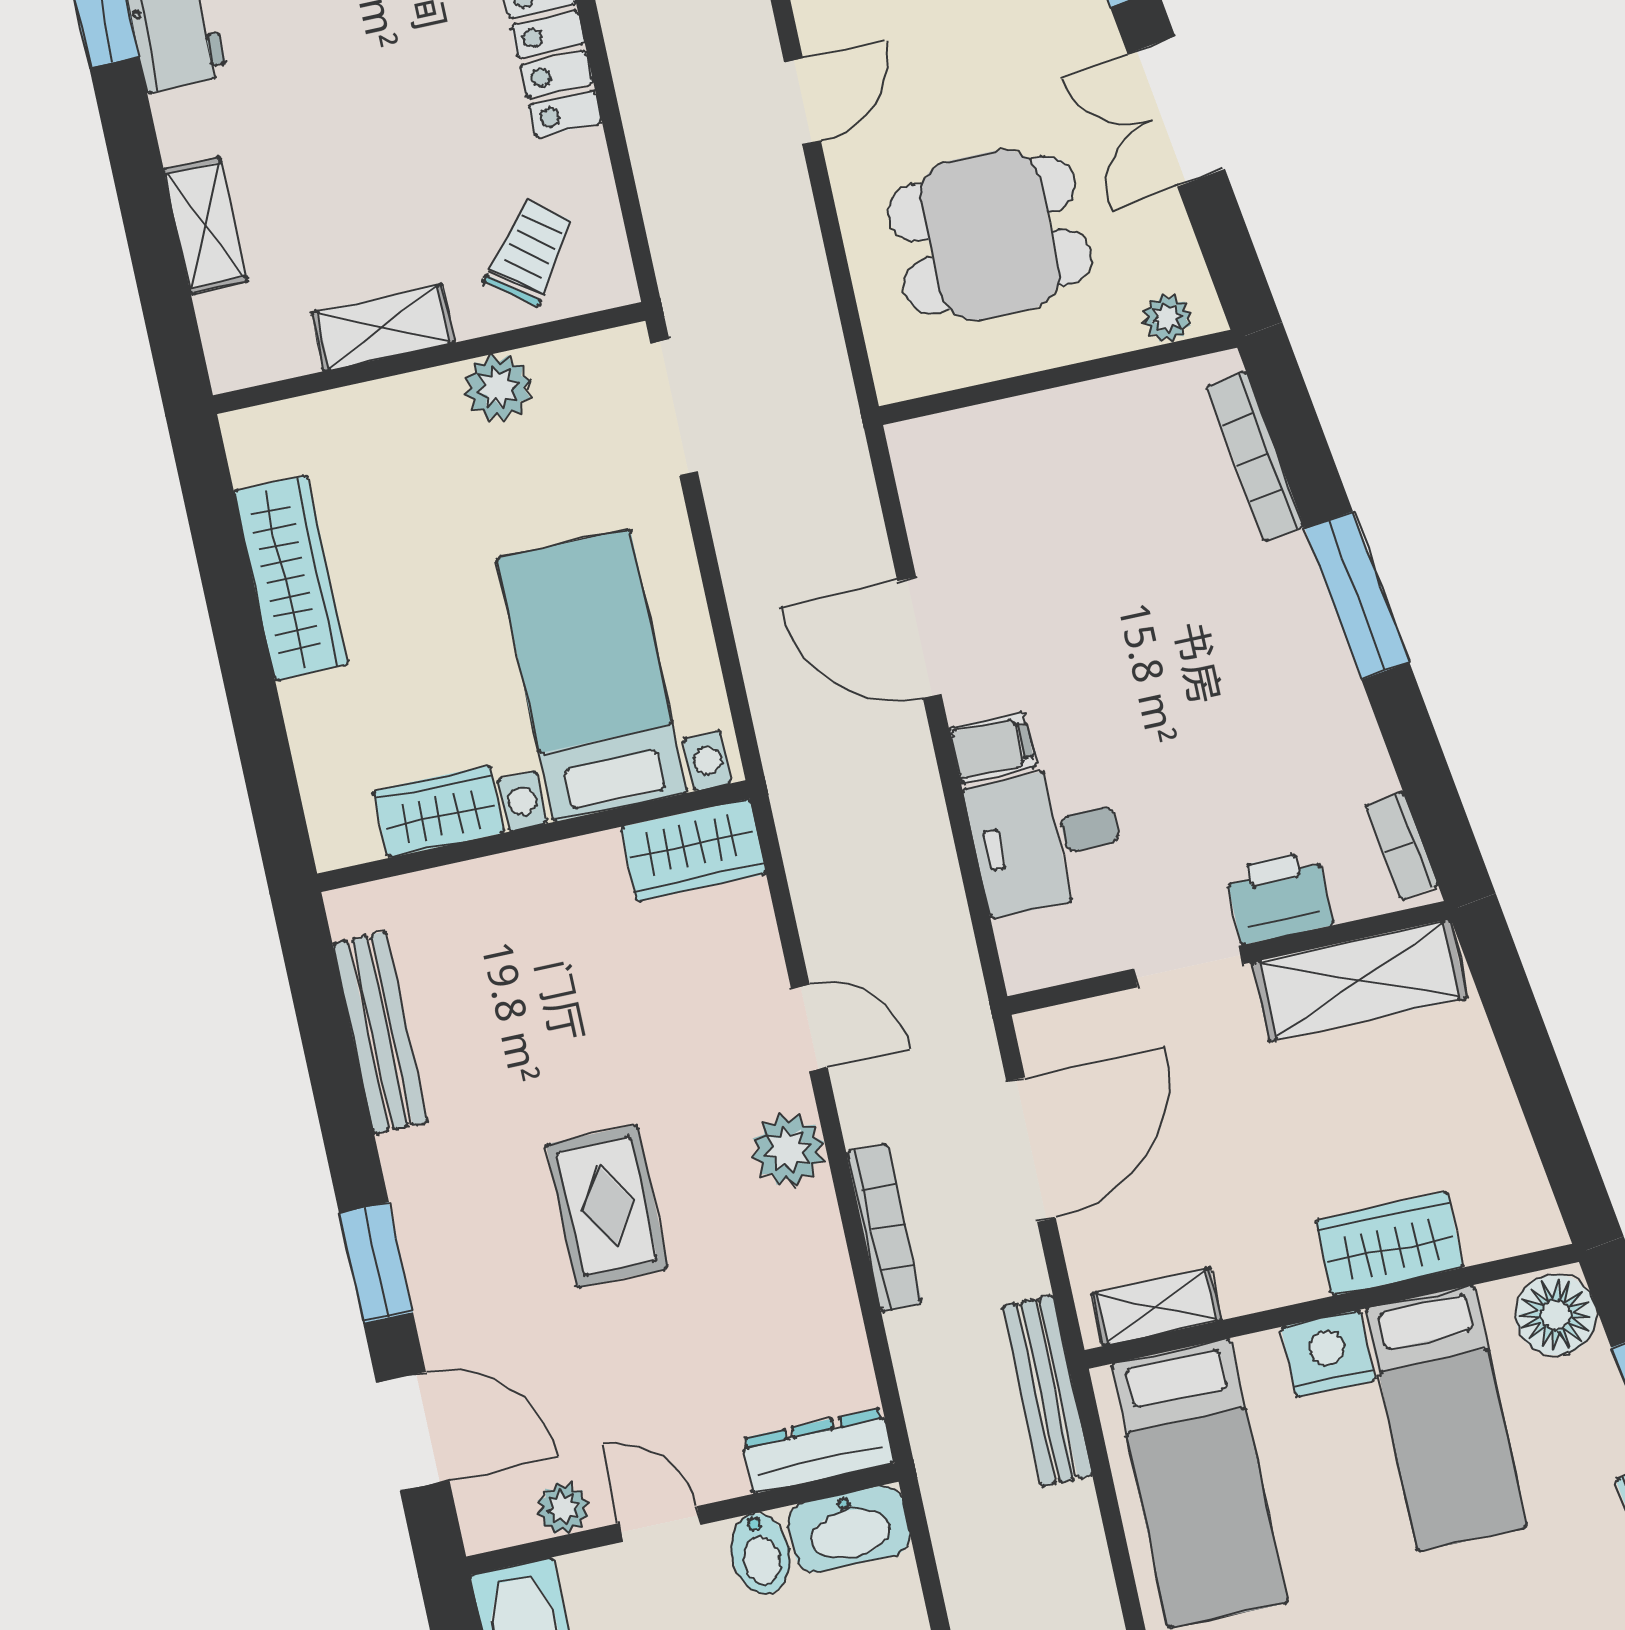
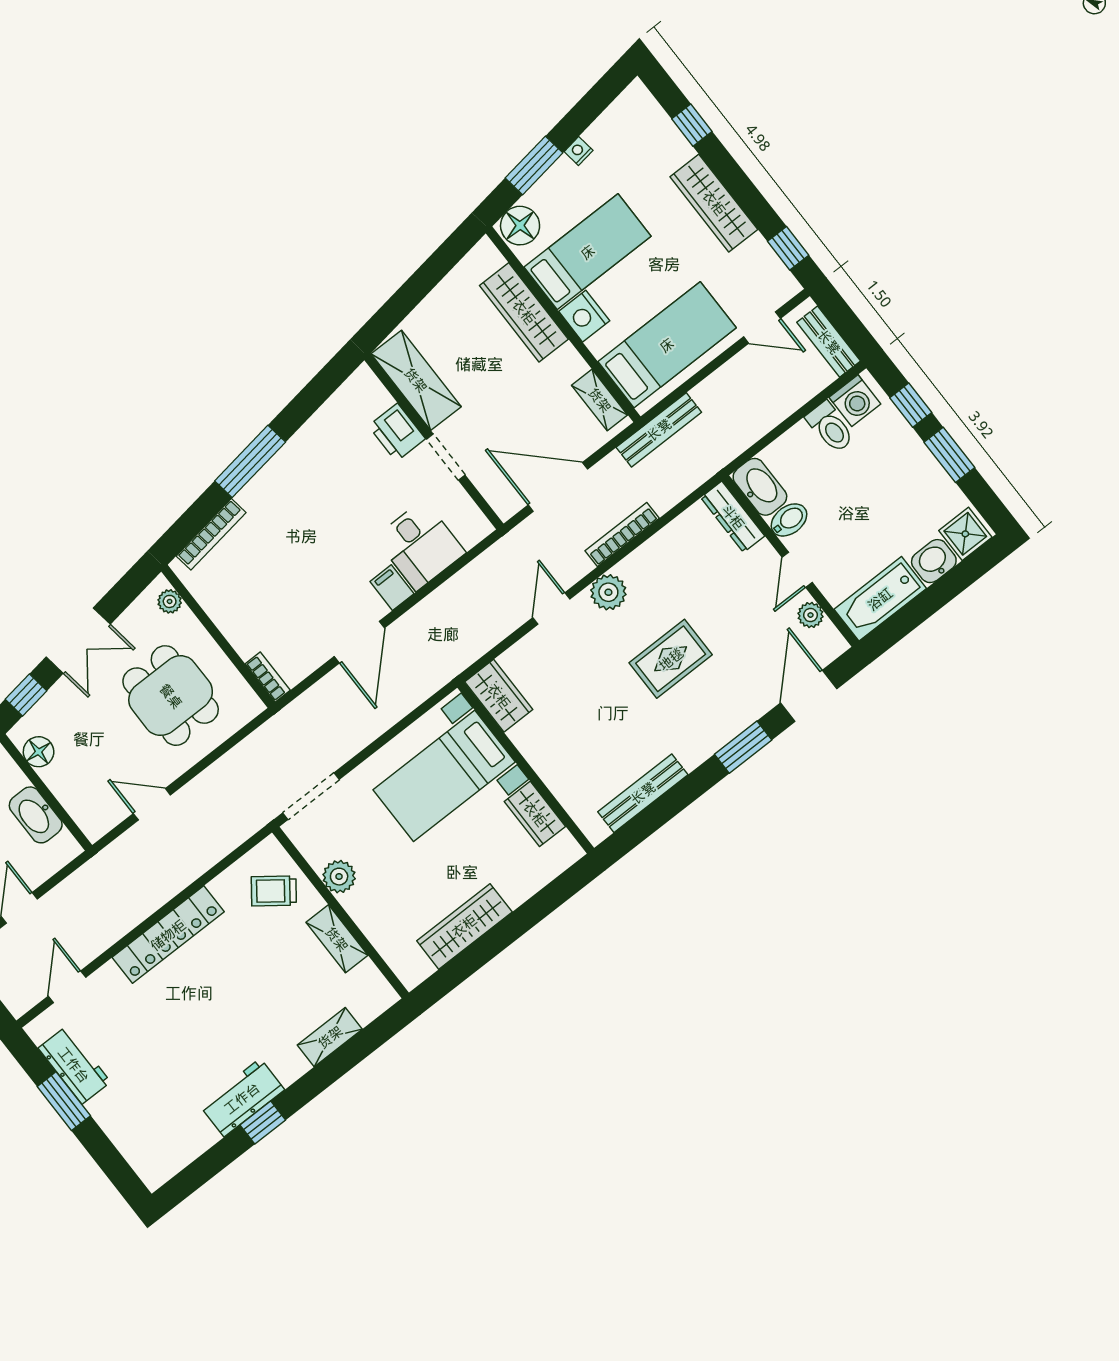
bookcase: (1402, 846) -> (268, 677), moved, turned -82
wardrobe: (1389, 1244) -> (524, 312), width x1.50

